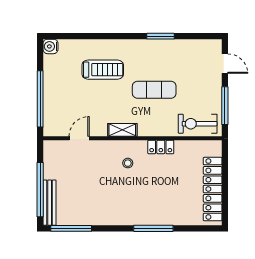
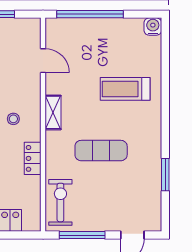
window: (161, 36) -> (165, 175), moved
treadmill: (103, 70) -> (125, 89), turned 90
exercise mat: (154, 90) -> (101, 151), turned 90

